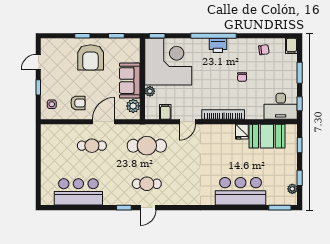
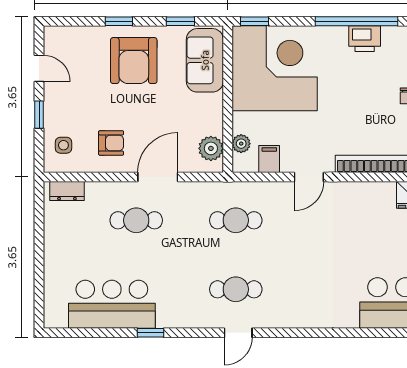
door: (38, 62) -> (39, 68), swing flipped
sofa: (130, 81) -> (205, 60), moved
plant: (150, 91) -> (241, 144), moved
dresser: (54, 130) -> (67, 191), added
cafe table: (147, 146) -> (236, 220), width x0.73, depth x0.74
window: (124, 208) -> (150, 333), moved

